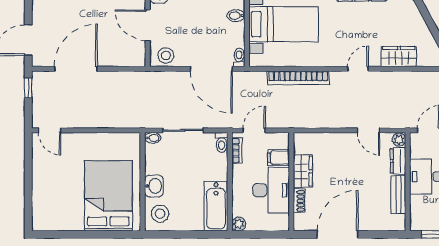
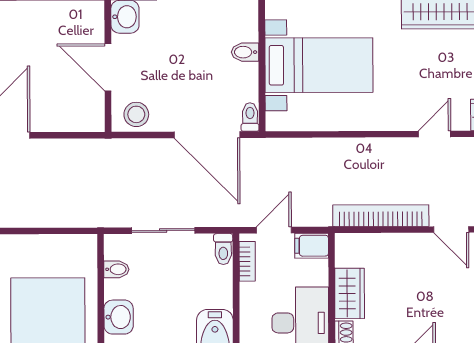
bookcase: (298, 78) -> (381, 216), moved, turned 180
bidet: (153, 138) -> (116, 269), moved
filing cabinet: (278, 158) -> (312, 246), moved

